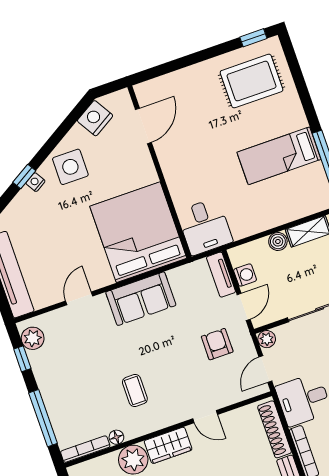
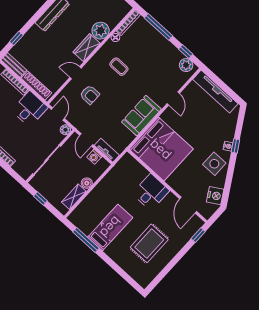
window: (253, 38) -> (198, 235), moved
rug: (252, 81) -> (149, 243), moved
desk: (205, 227) -> (151, 192), moved, turned 90
armchair: (217, 344) -> (90, 95), moved

